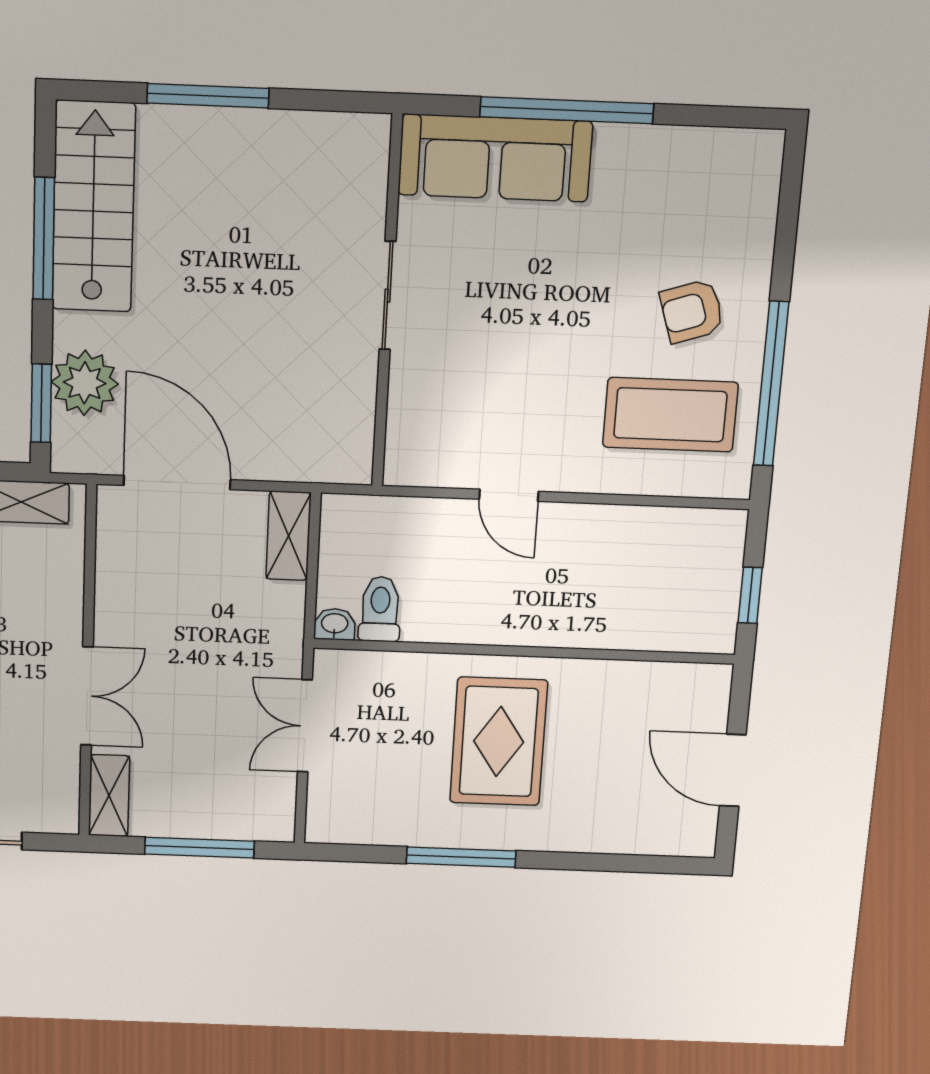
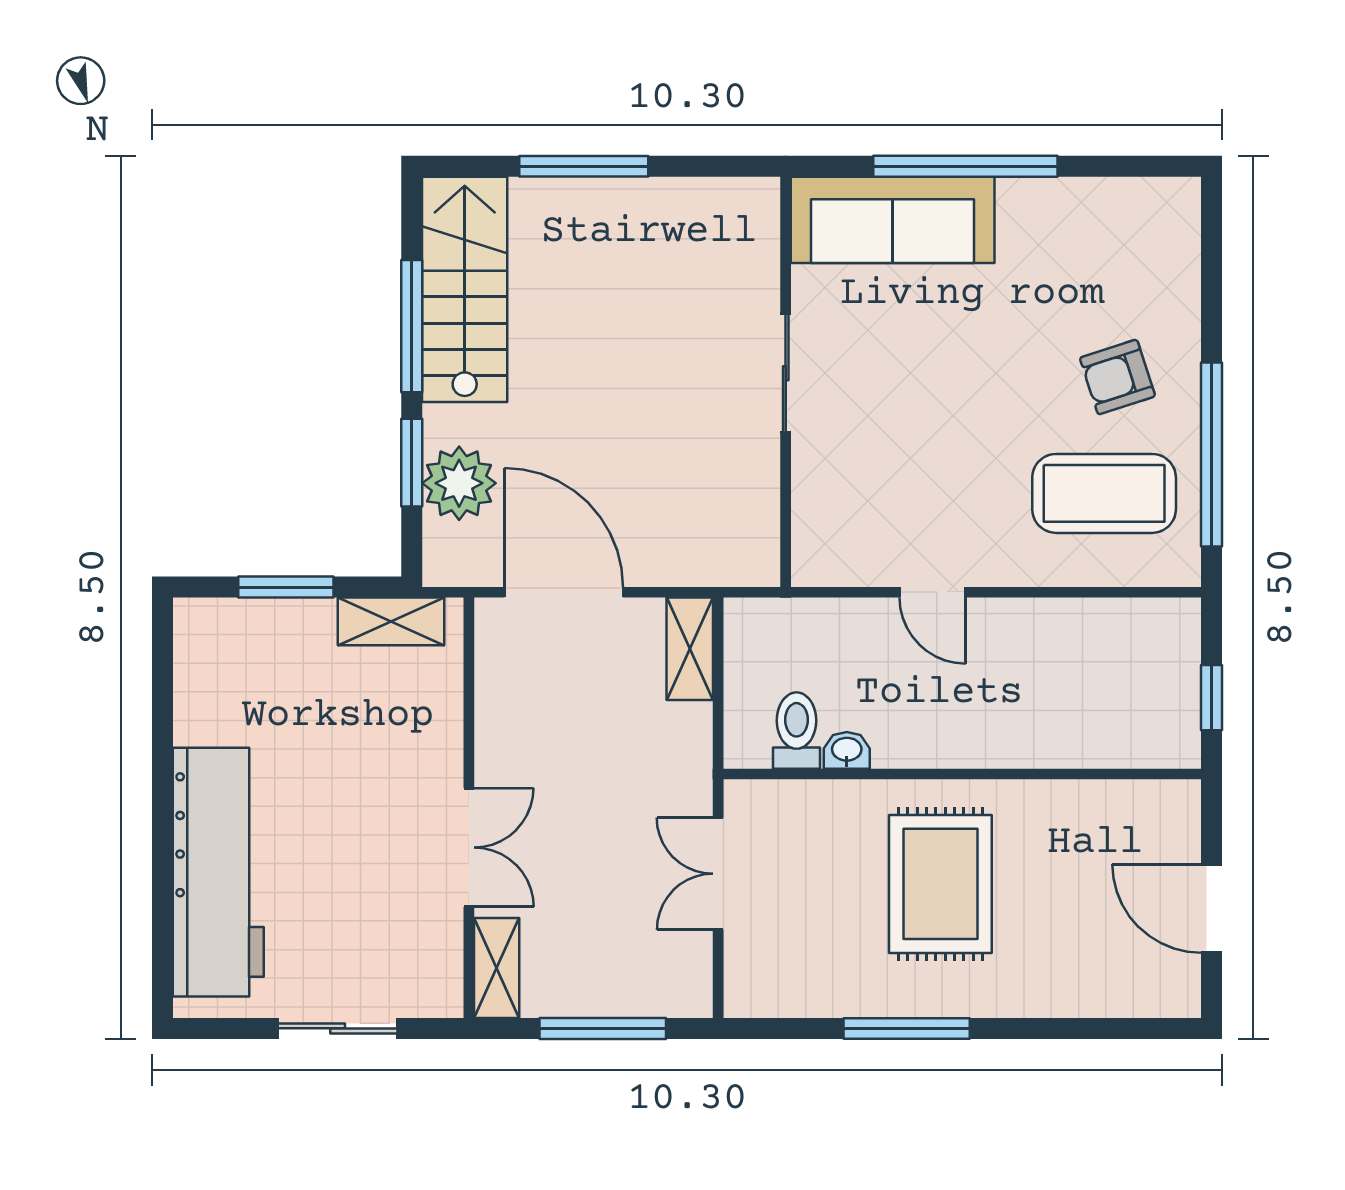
window: (41, 403) -> (412, 463), moved
washbasin: (335, 624) -> (847, 750), moved

